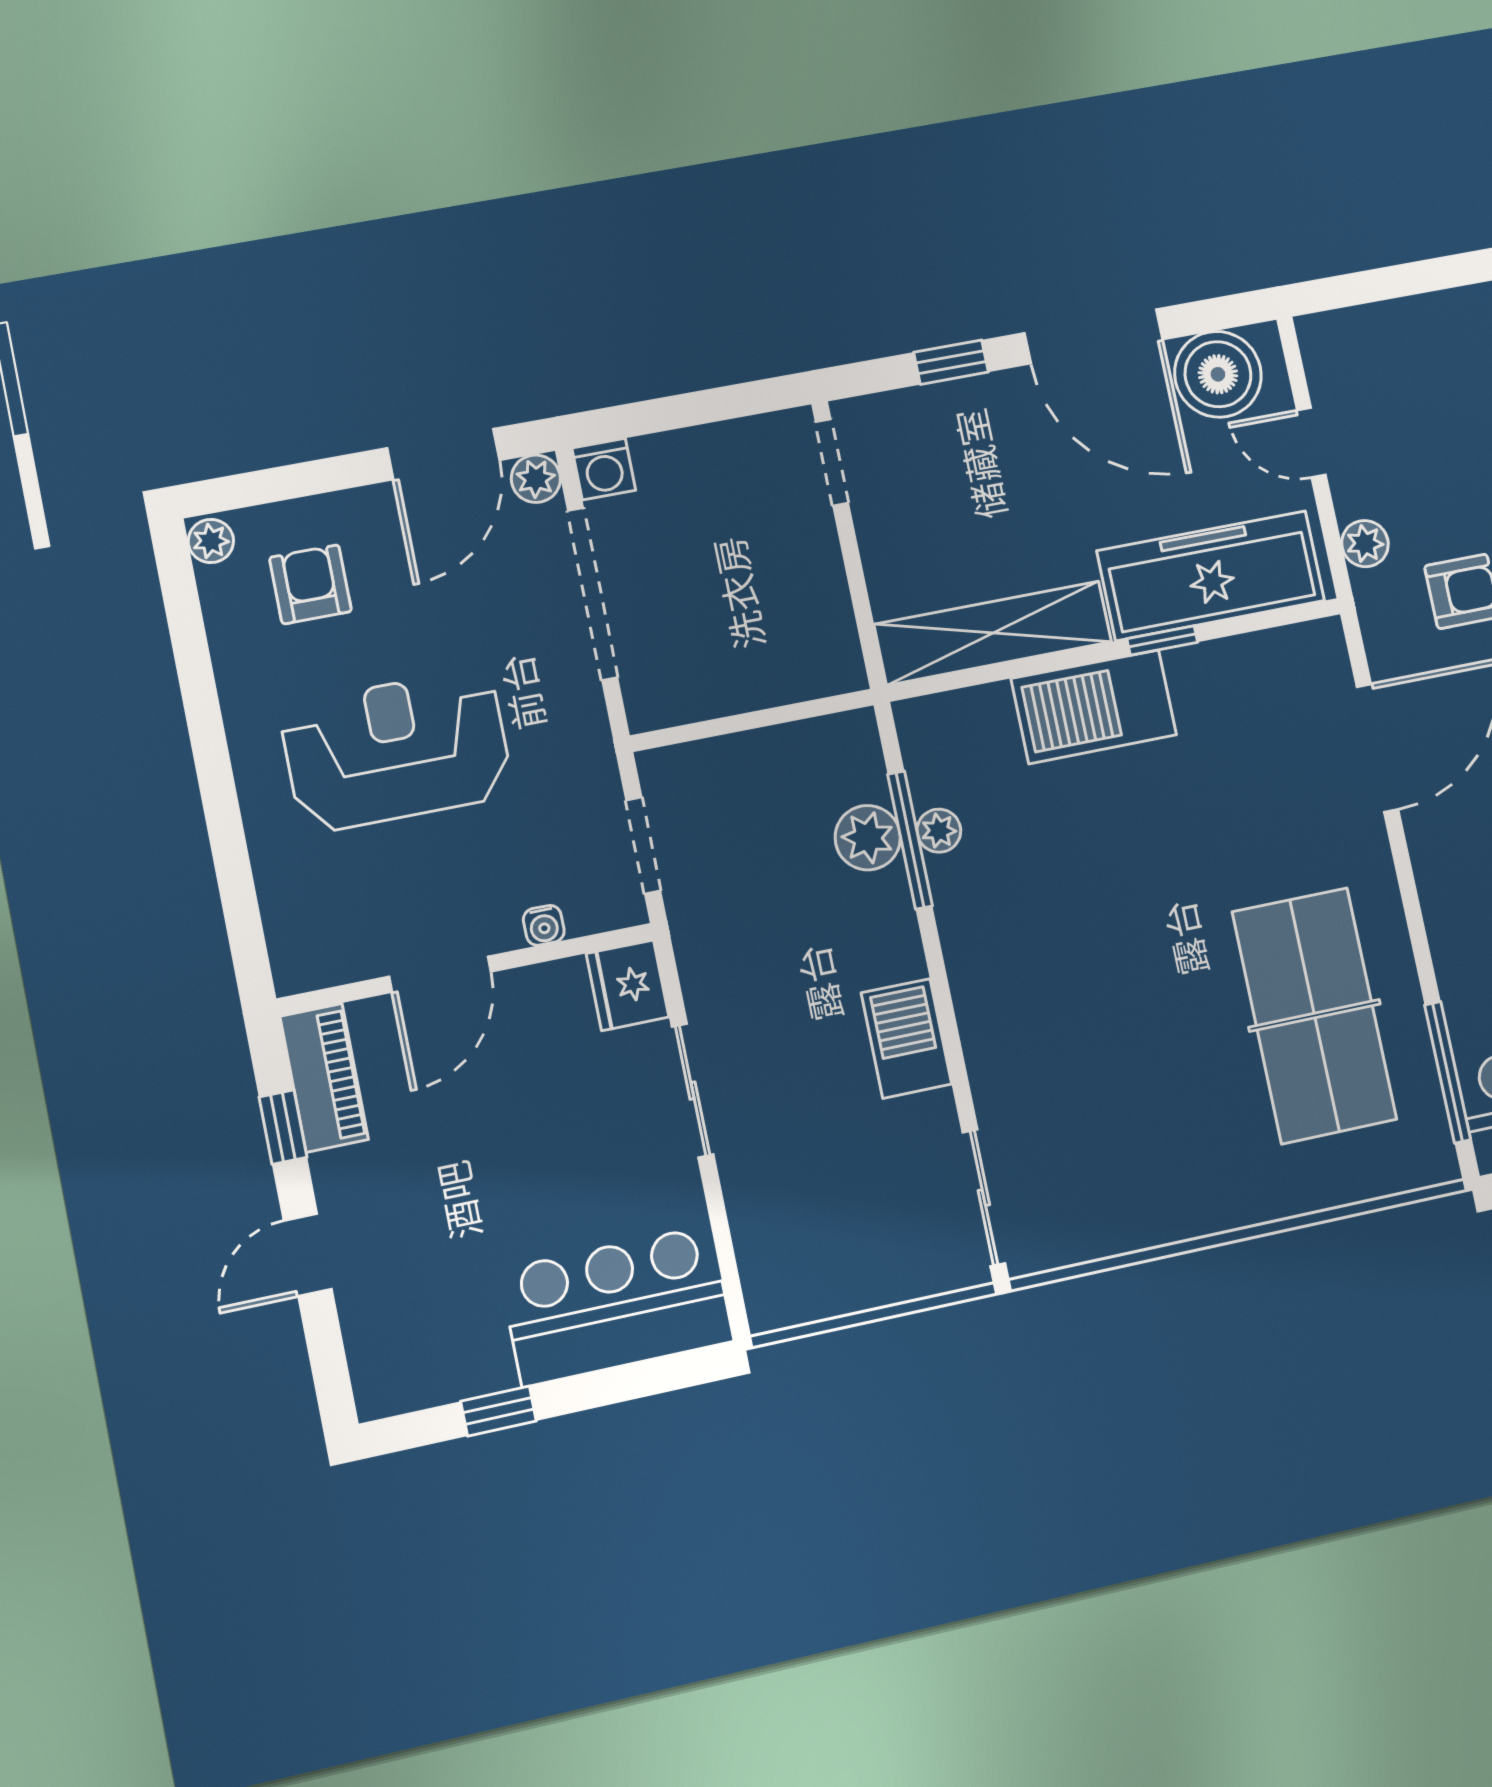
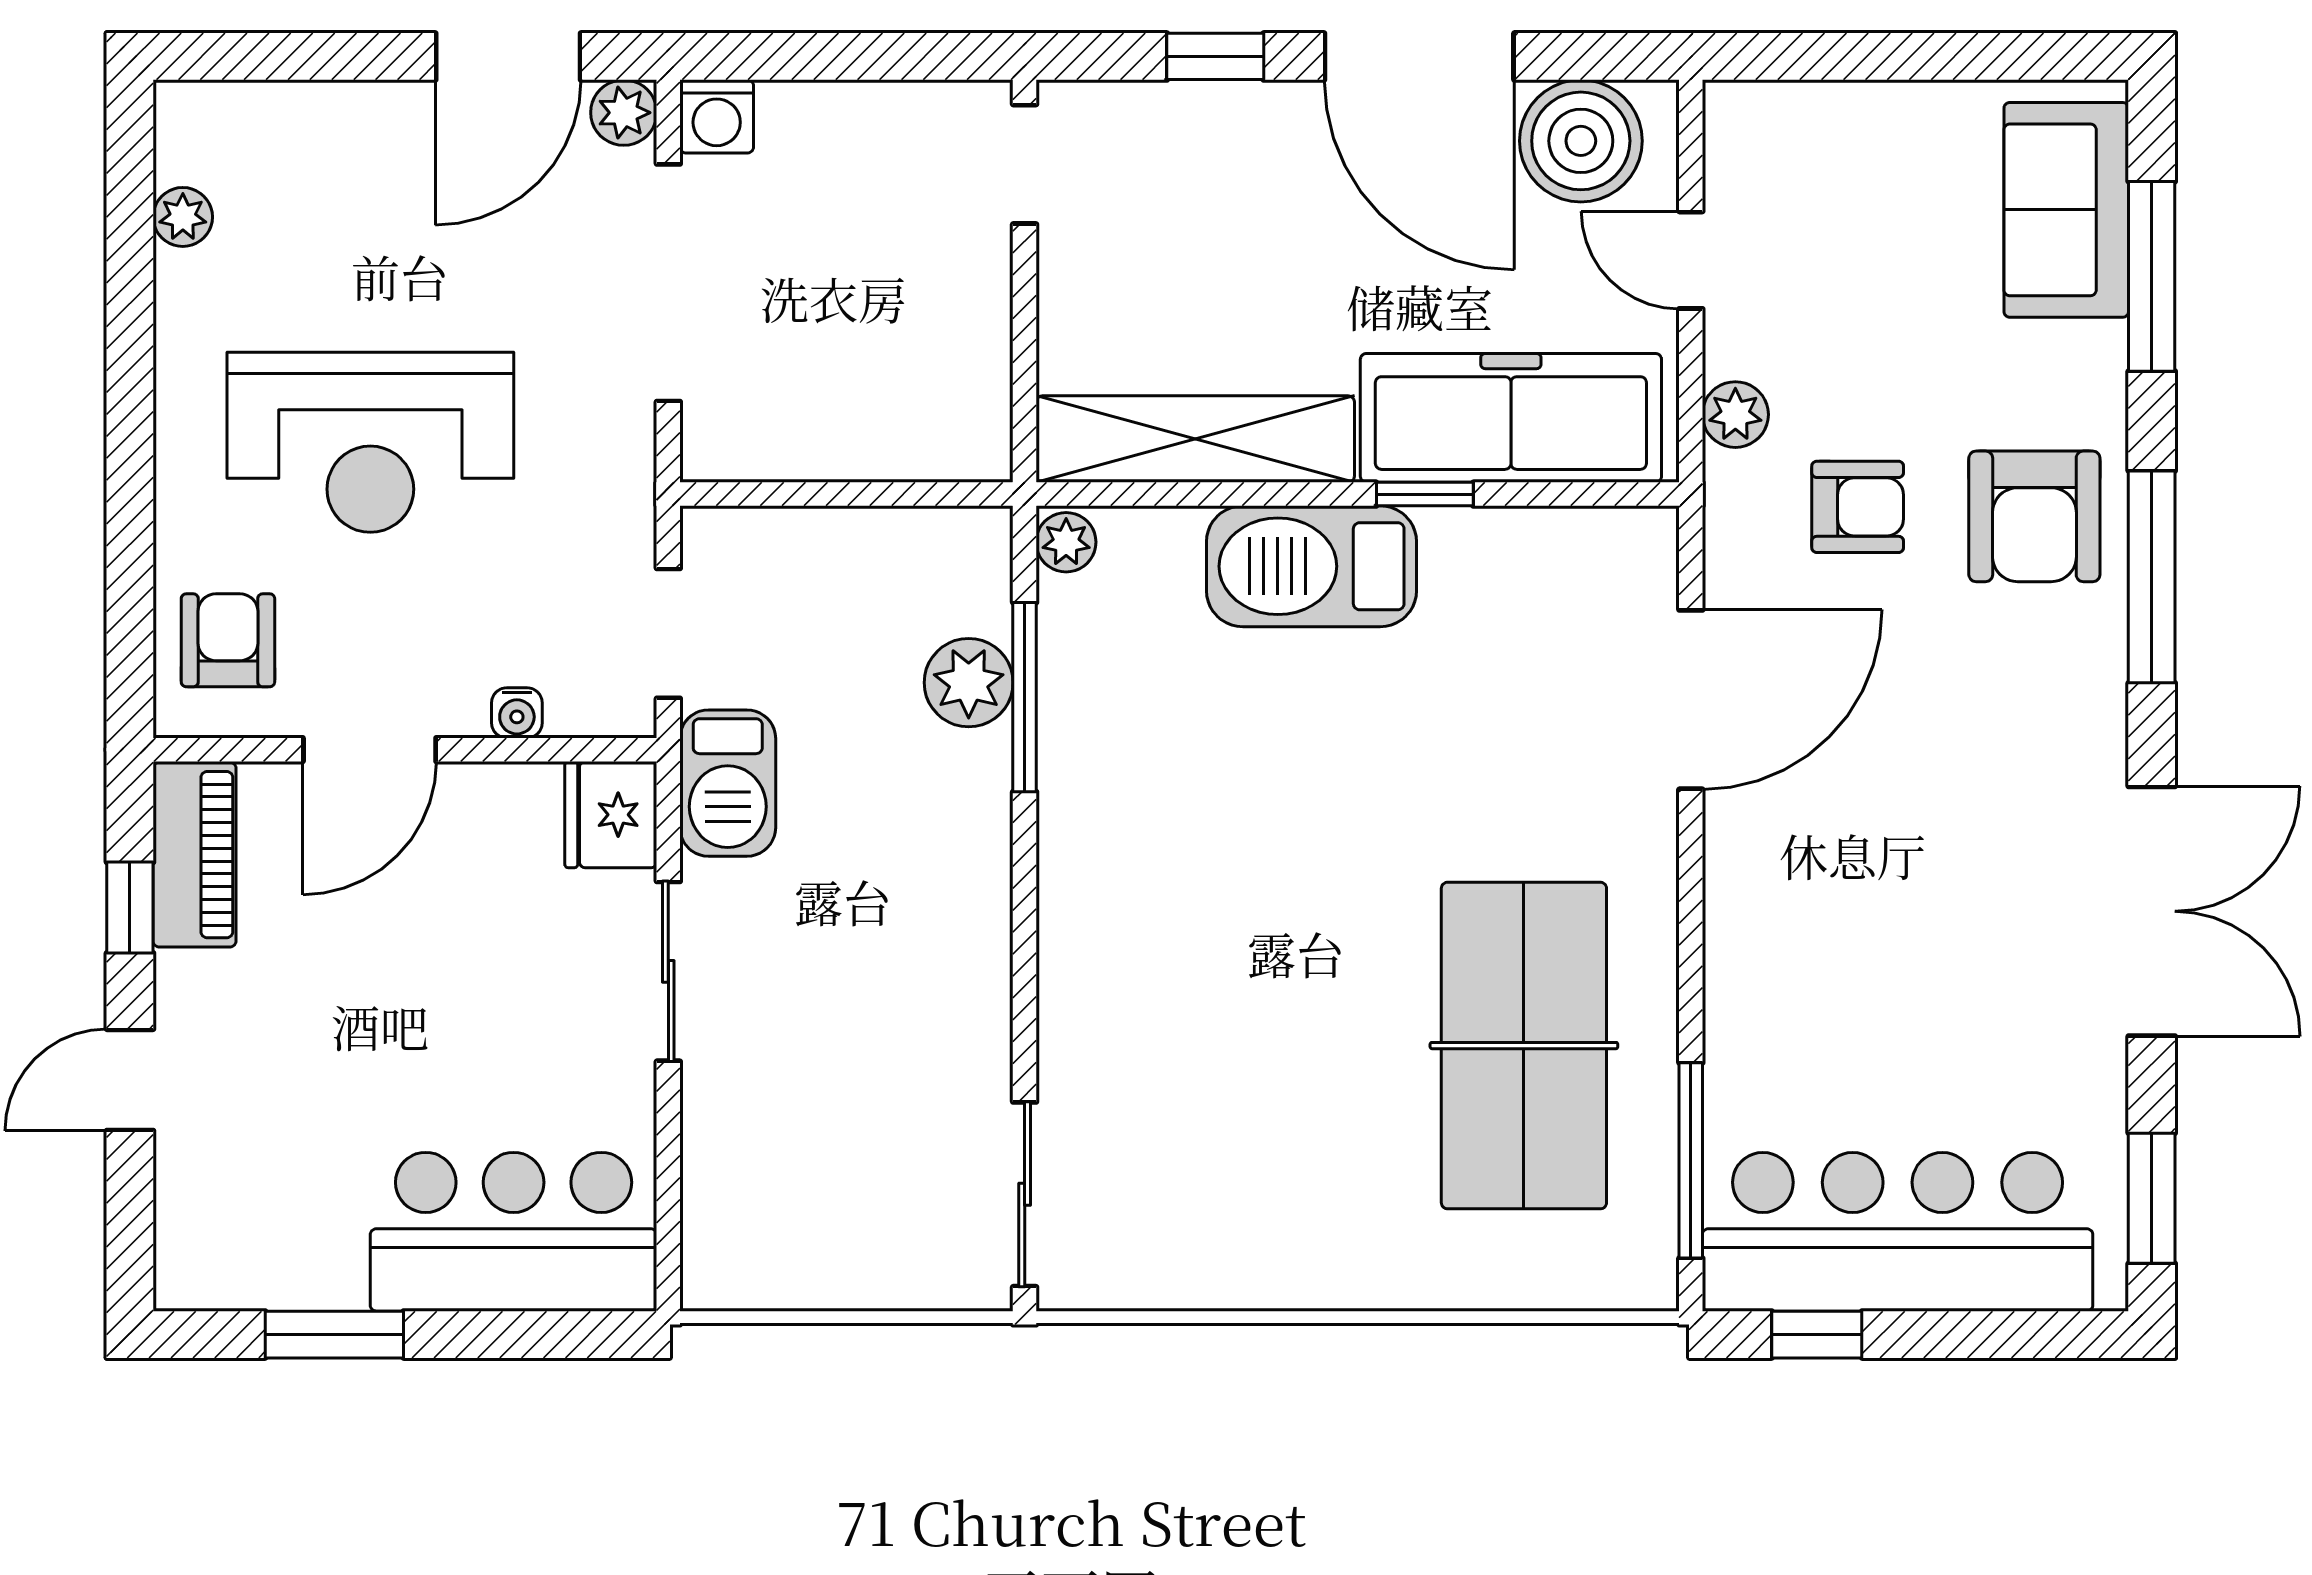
plant: (211, 541) -> (183, 217), moved
armchair: (311, 584) -> (228, 640), moved
reception desk: (397, 750) -> (370, 442), turned 180
plant: (939, 831) -> (1066, 542), moved
barbecue: (906, 1038) -> (728, 783), moved, turned 180
window: (498, 1411) -> (334, 1335), width x1.50

